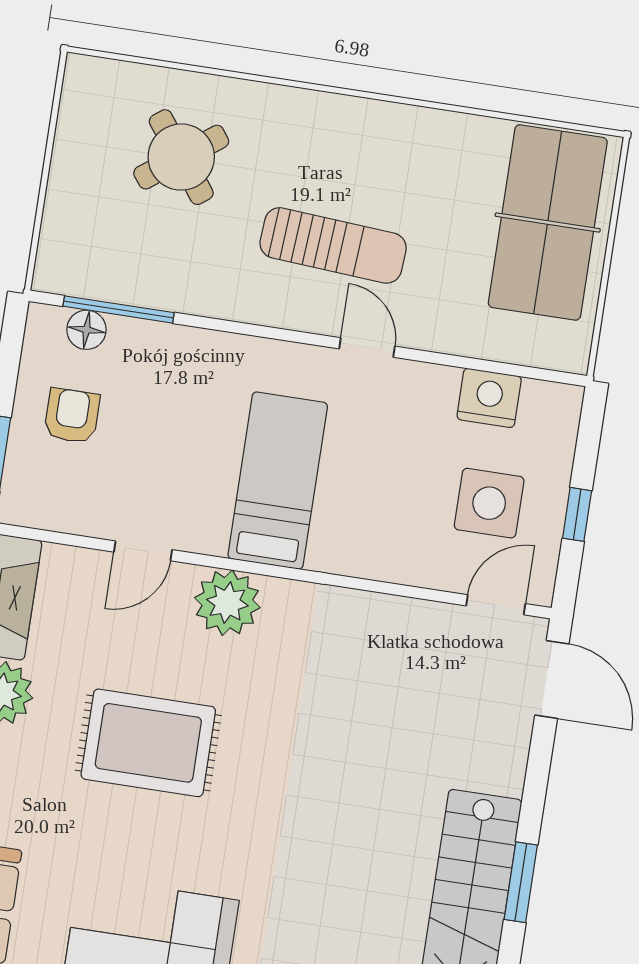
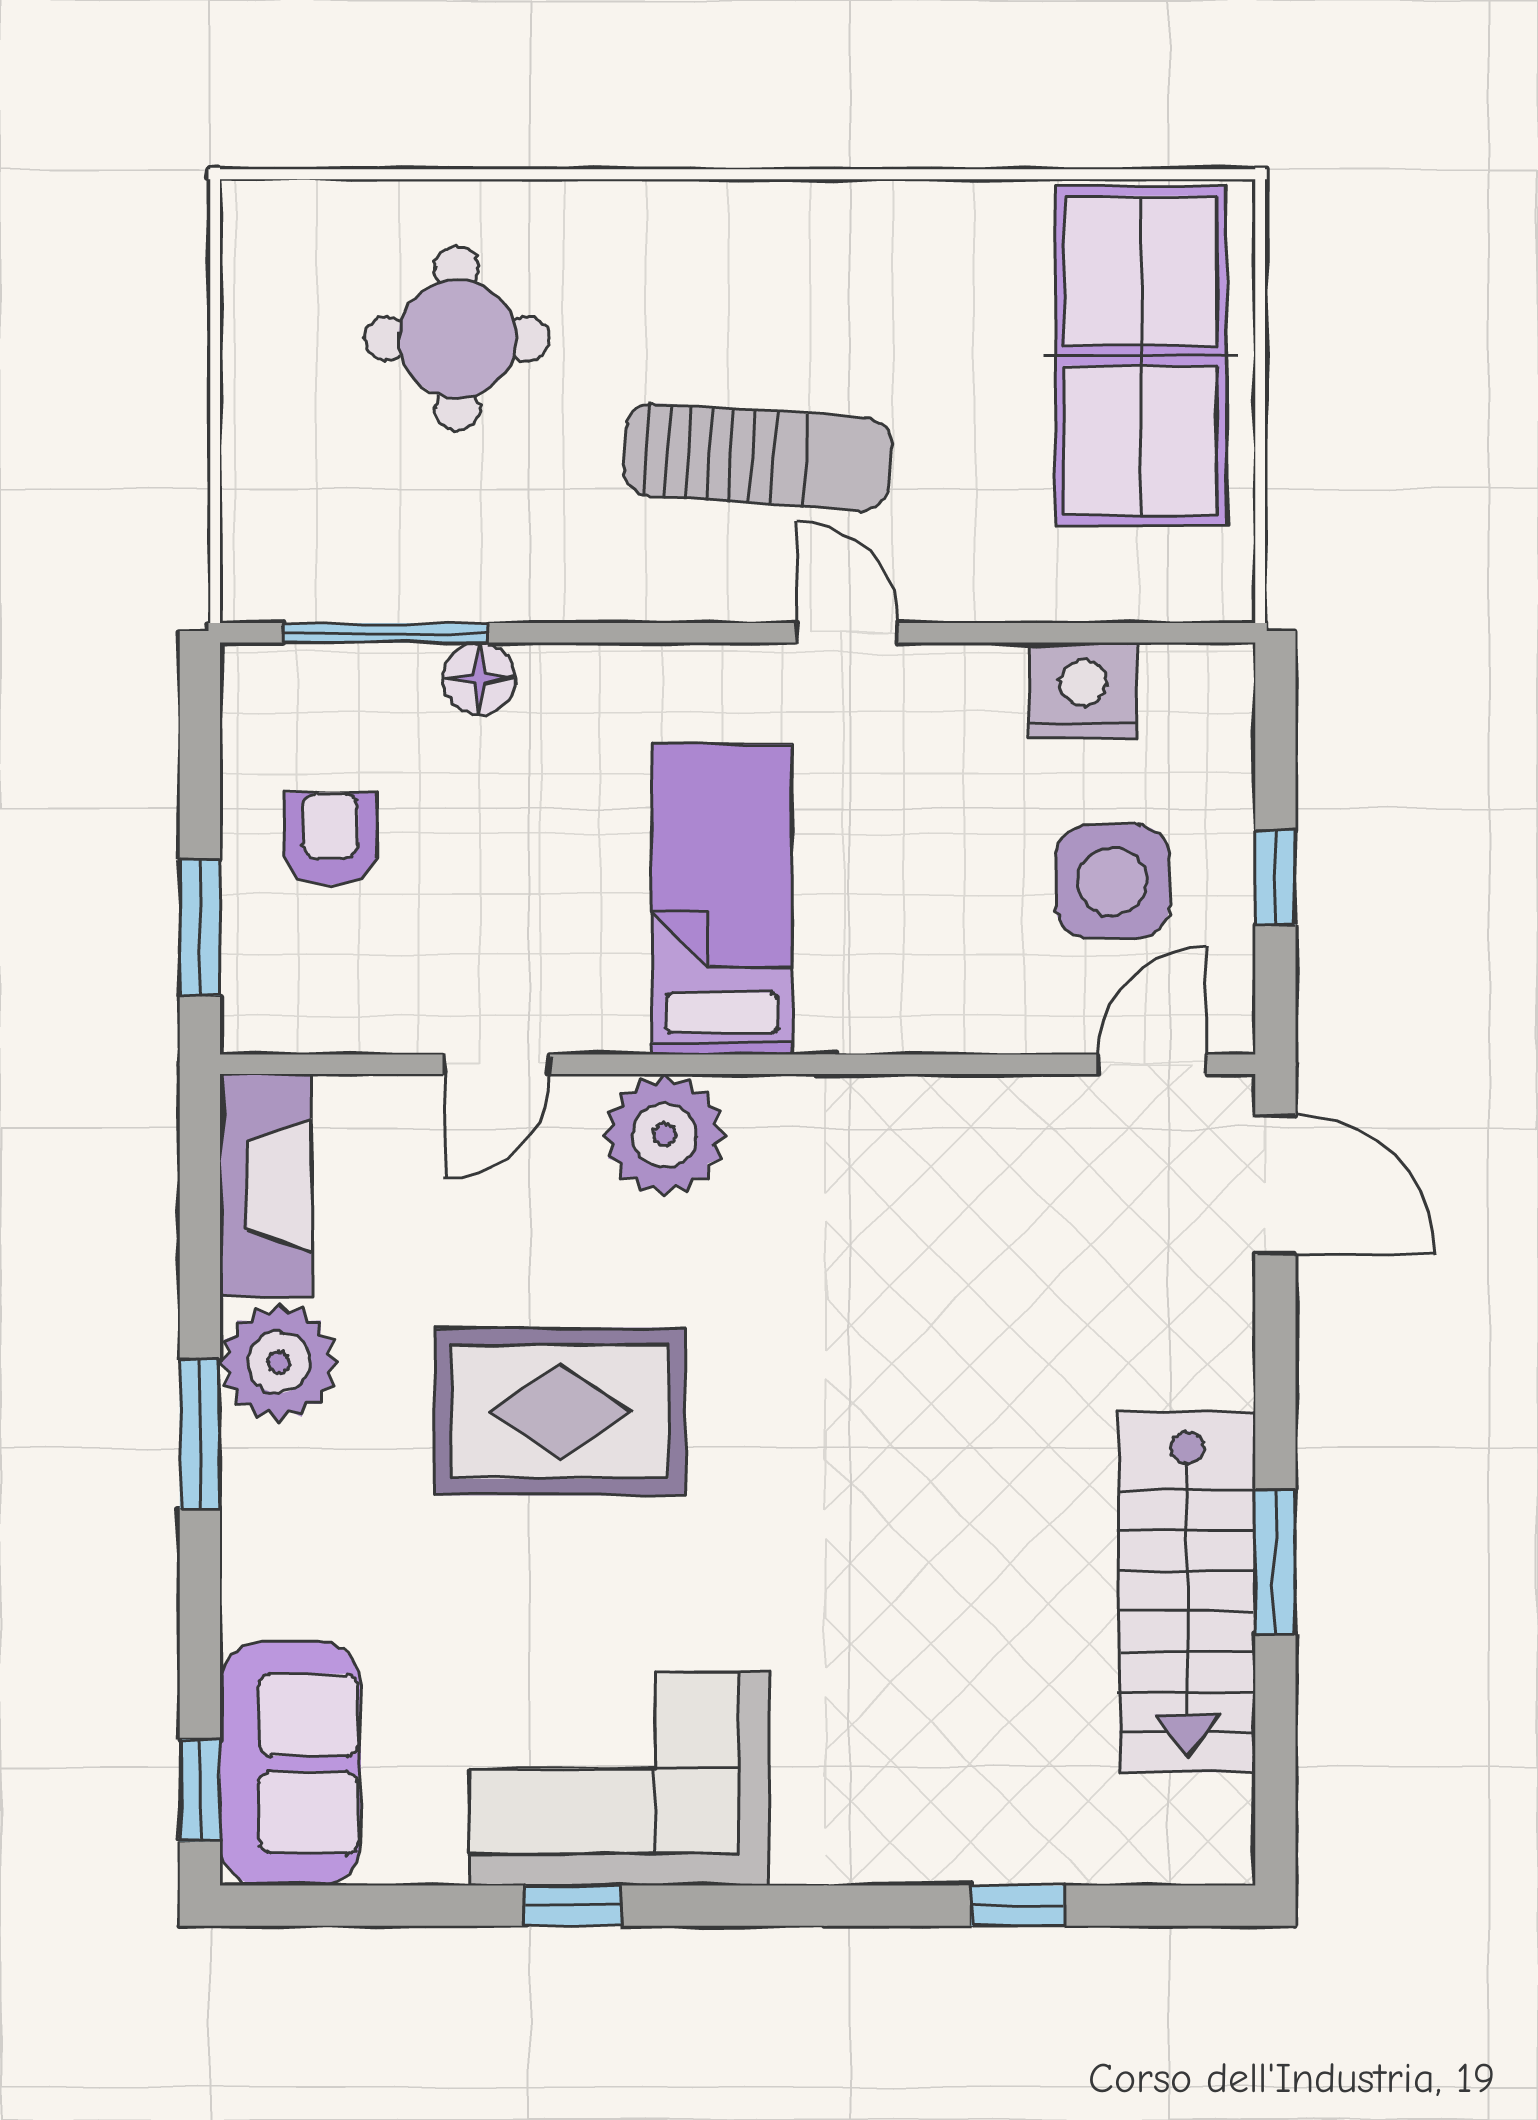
round table: (181, 157) -> (457, 339), turned 37
floor lamp: (86, 330) -> (479, 679), moved

